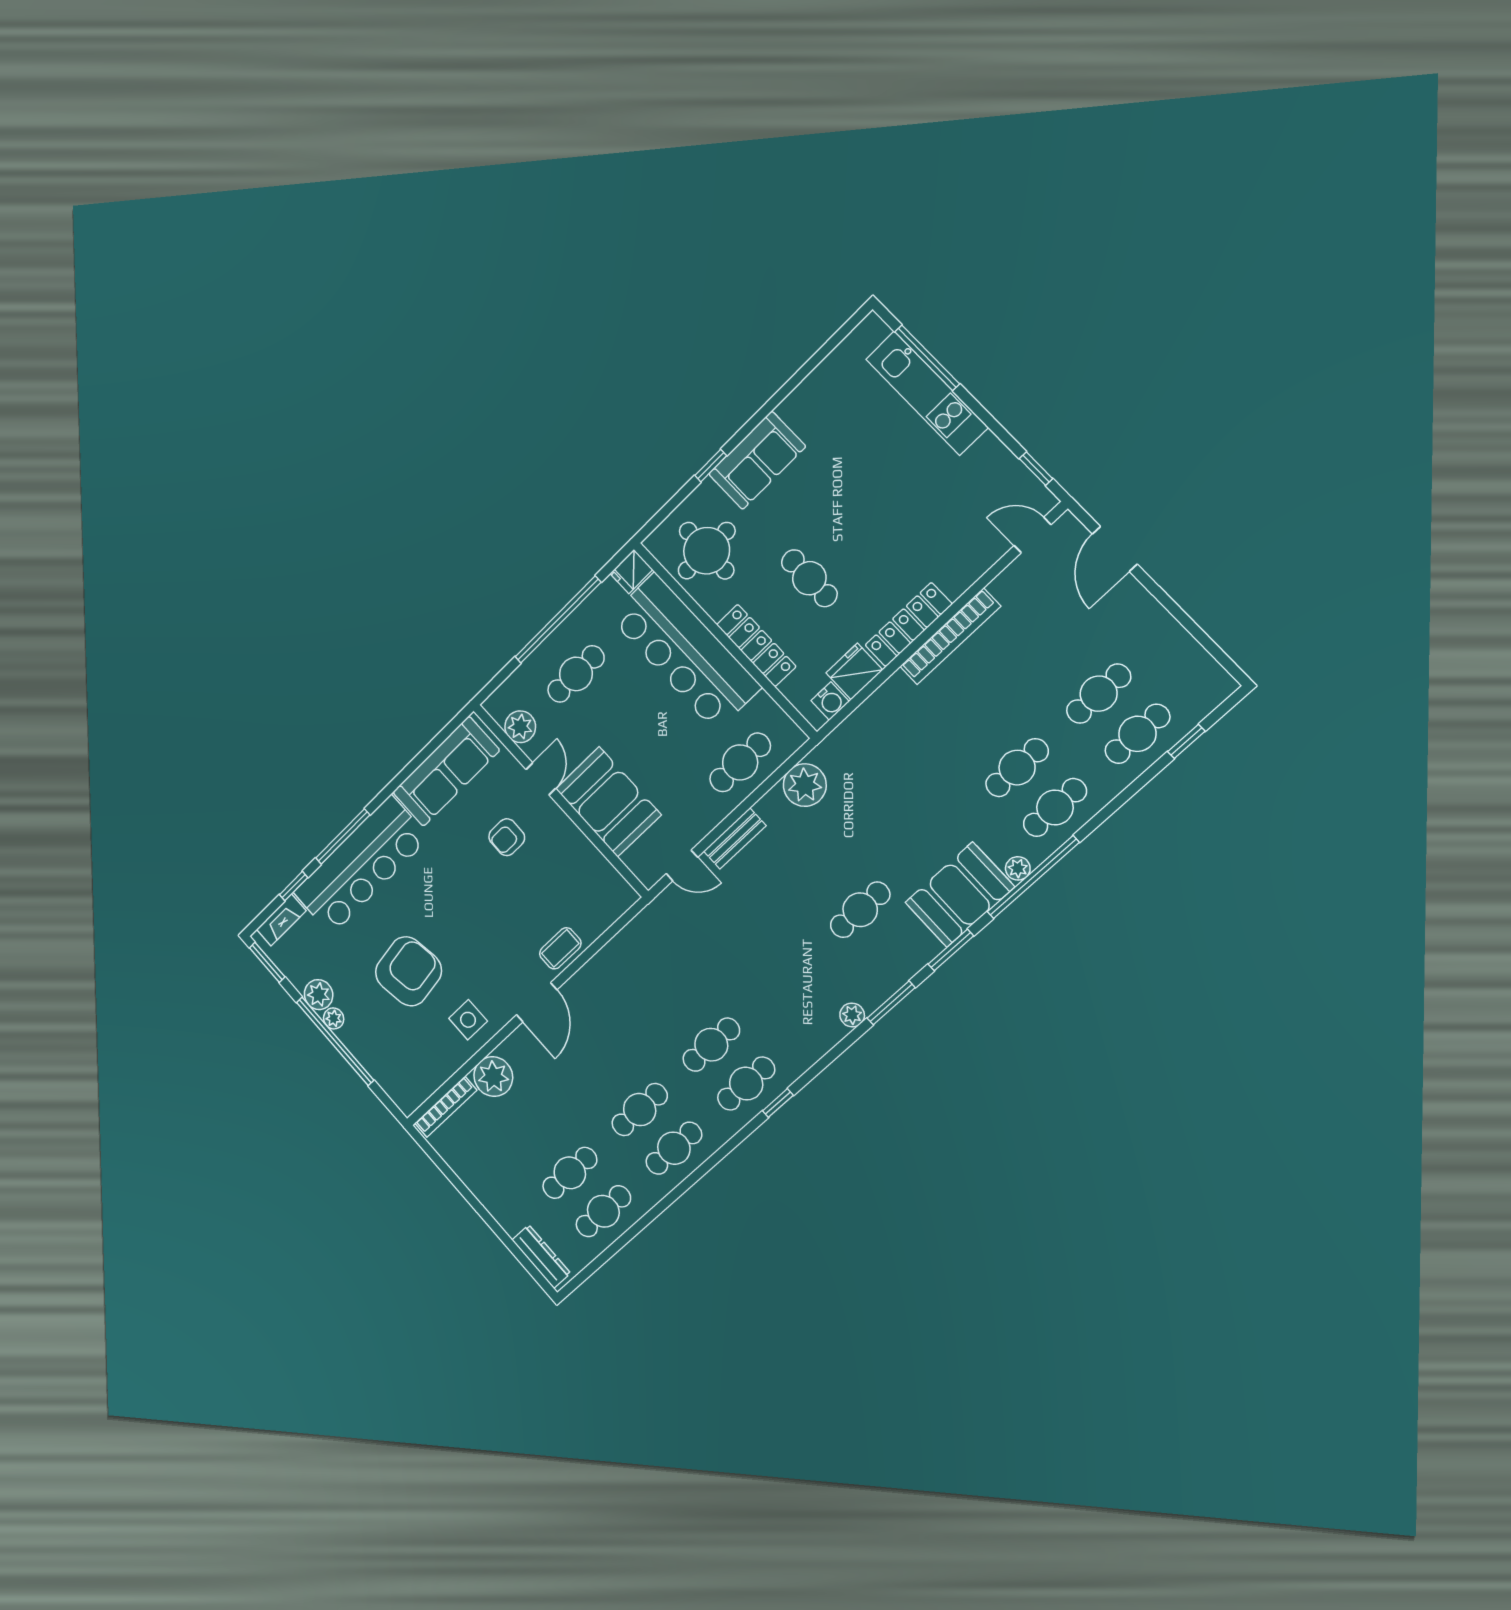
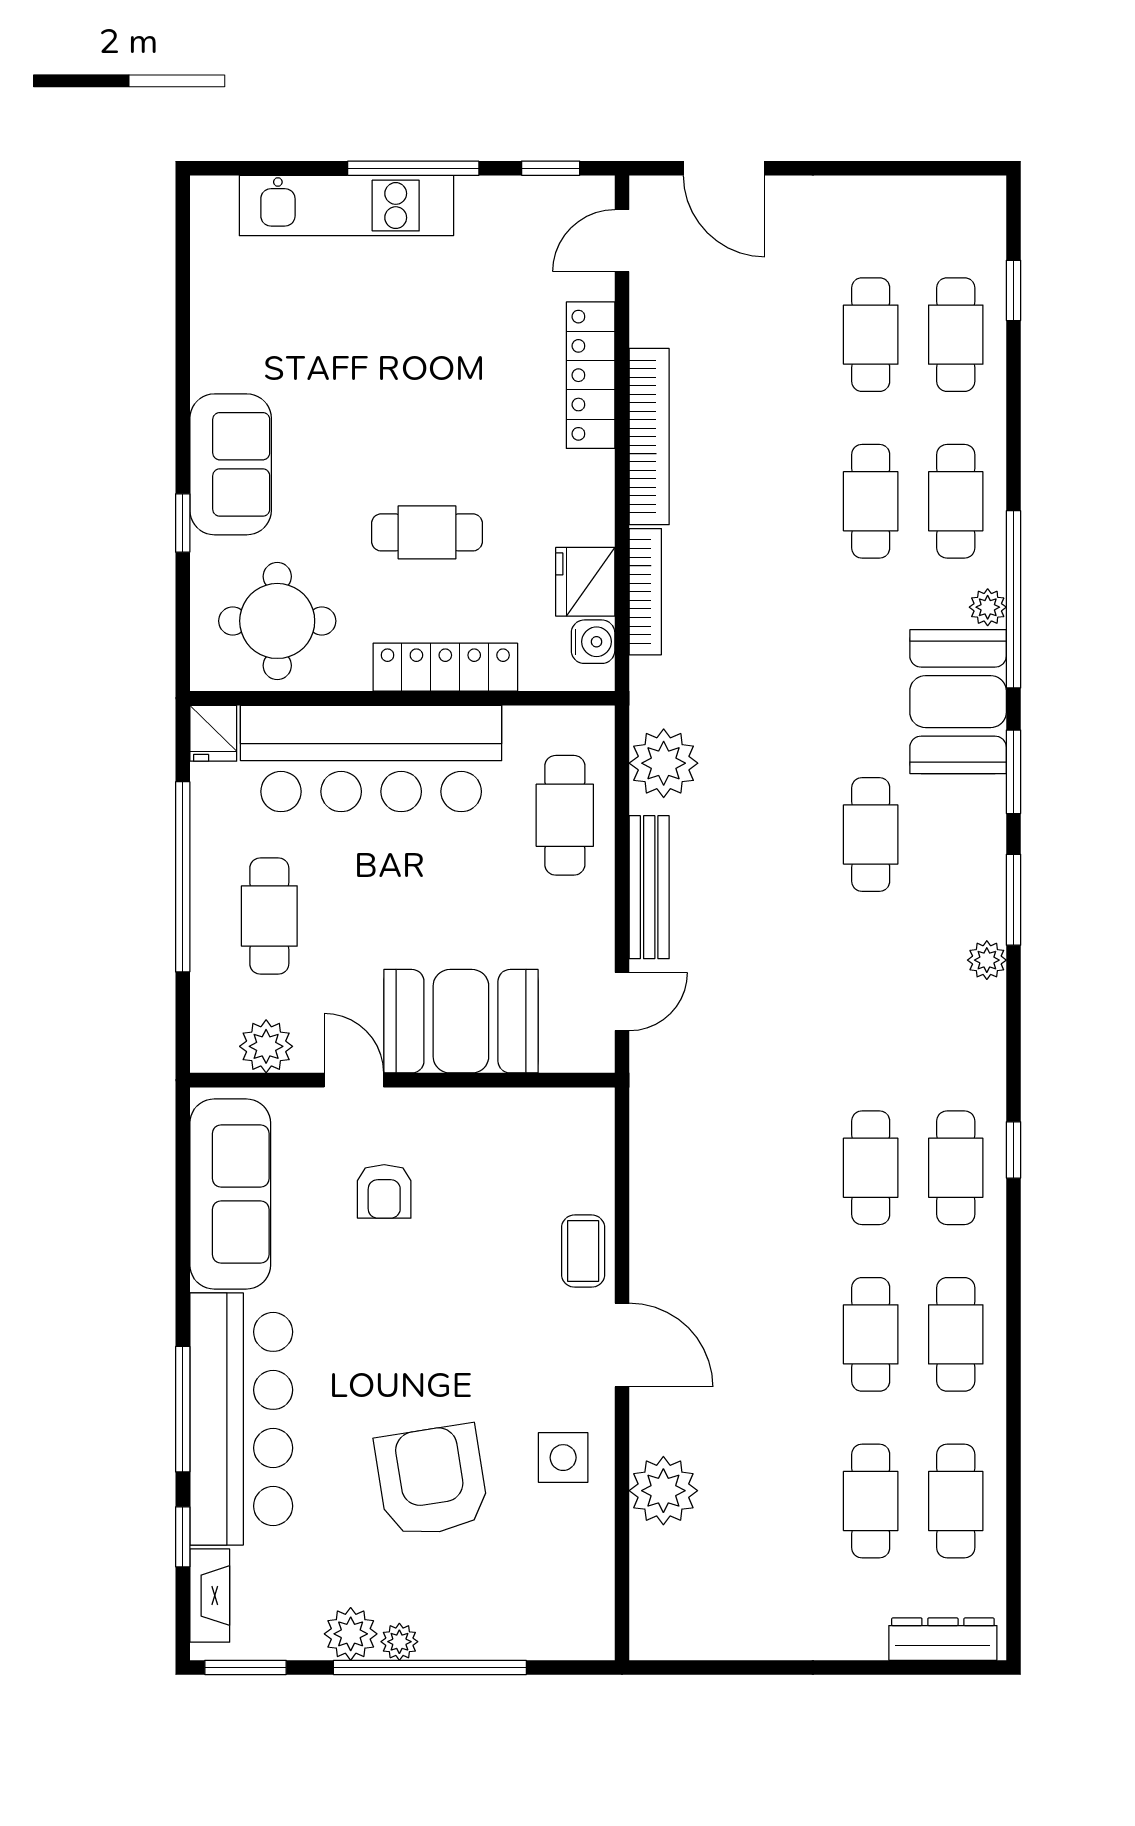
window: (927, 358) -> (413, 168), moved
locker: (908, 625) -> (591, 375), moved
bench: (735, 838) -> (649, 887), width x1.36
bookcase: (446, 1107) -> (645, 592), moved

